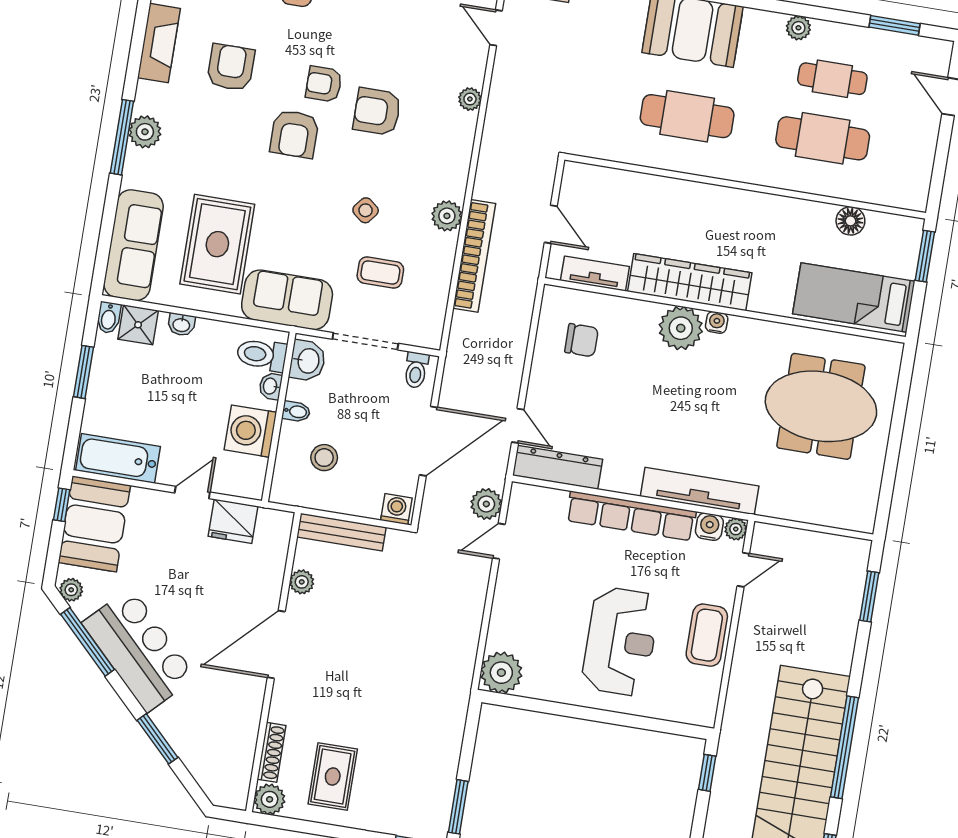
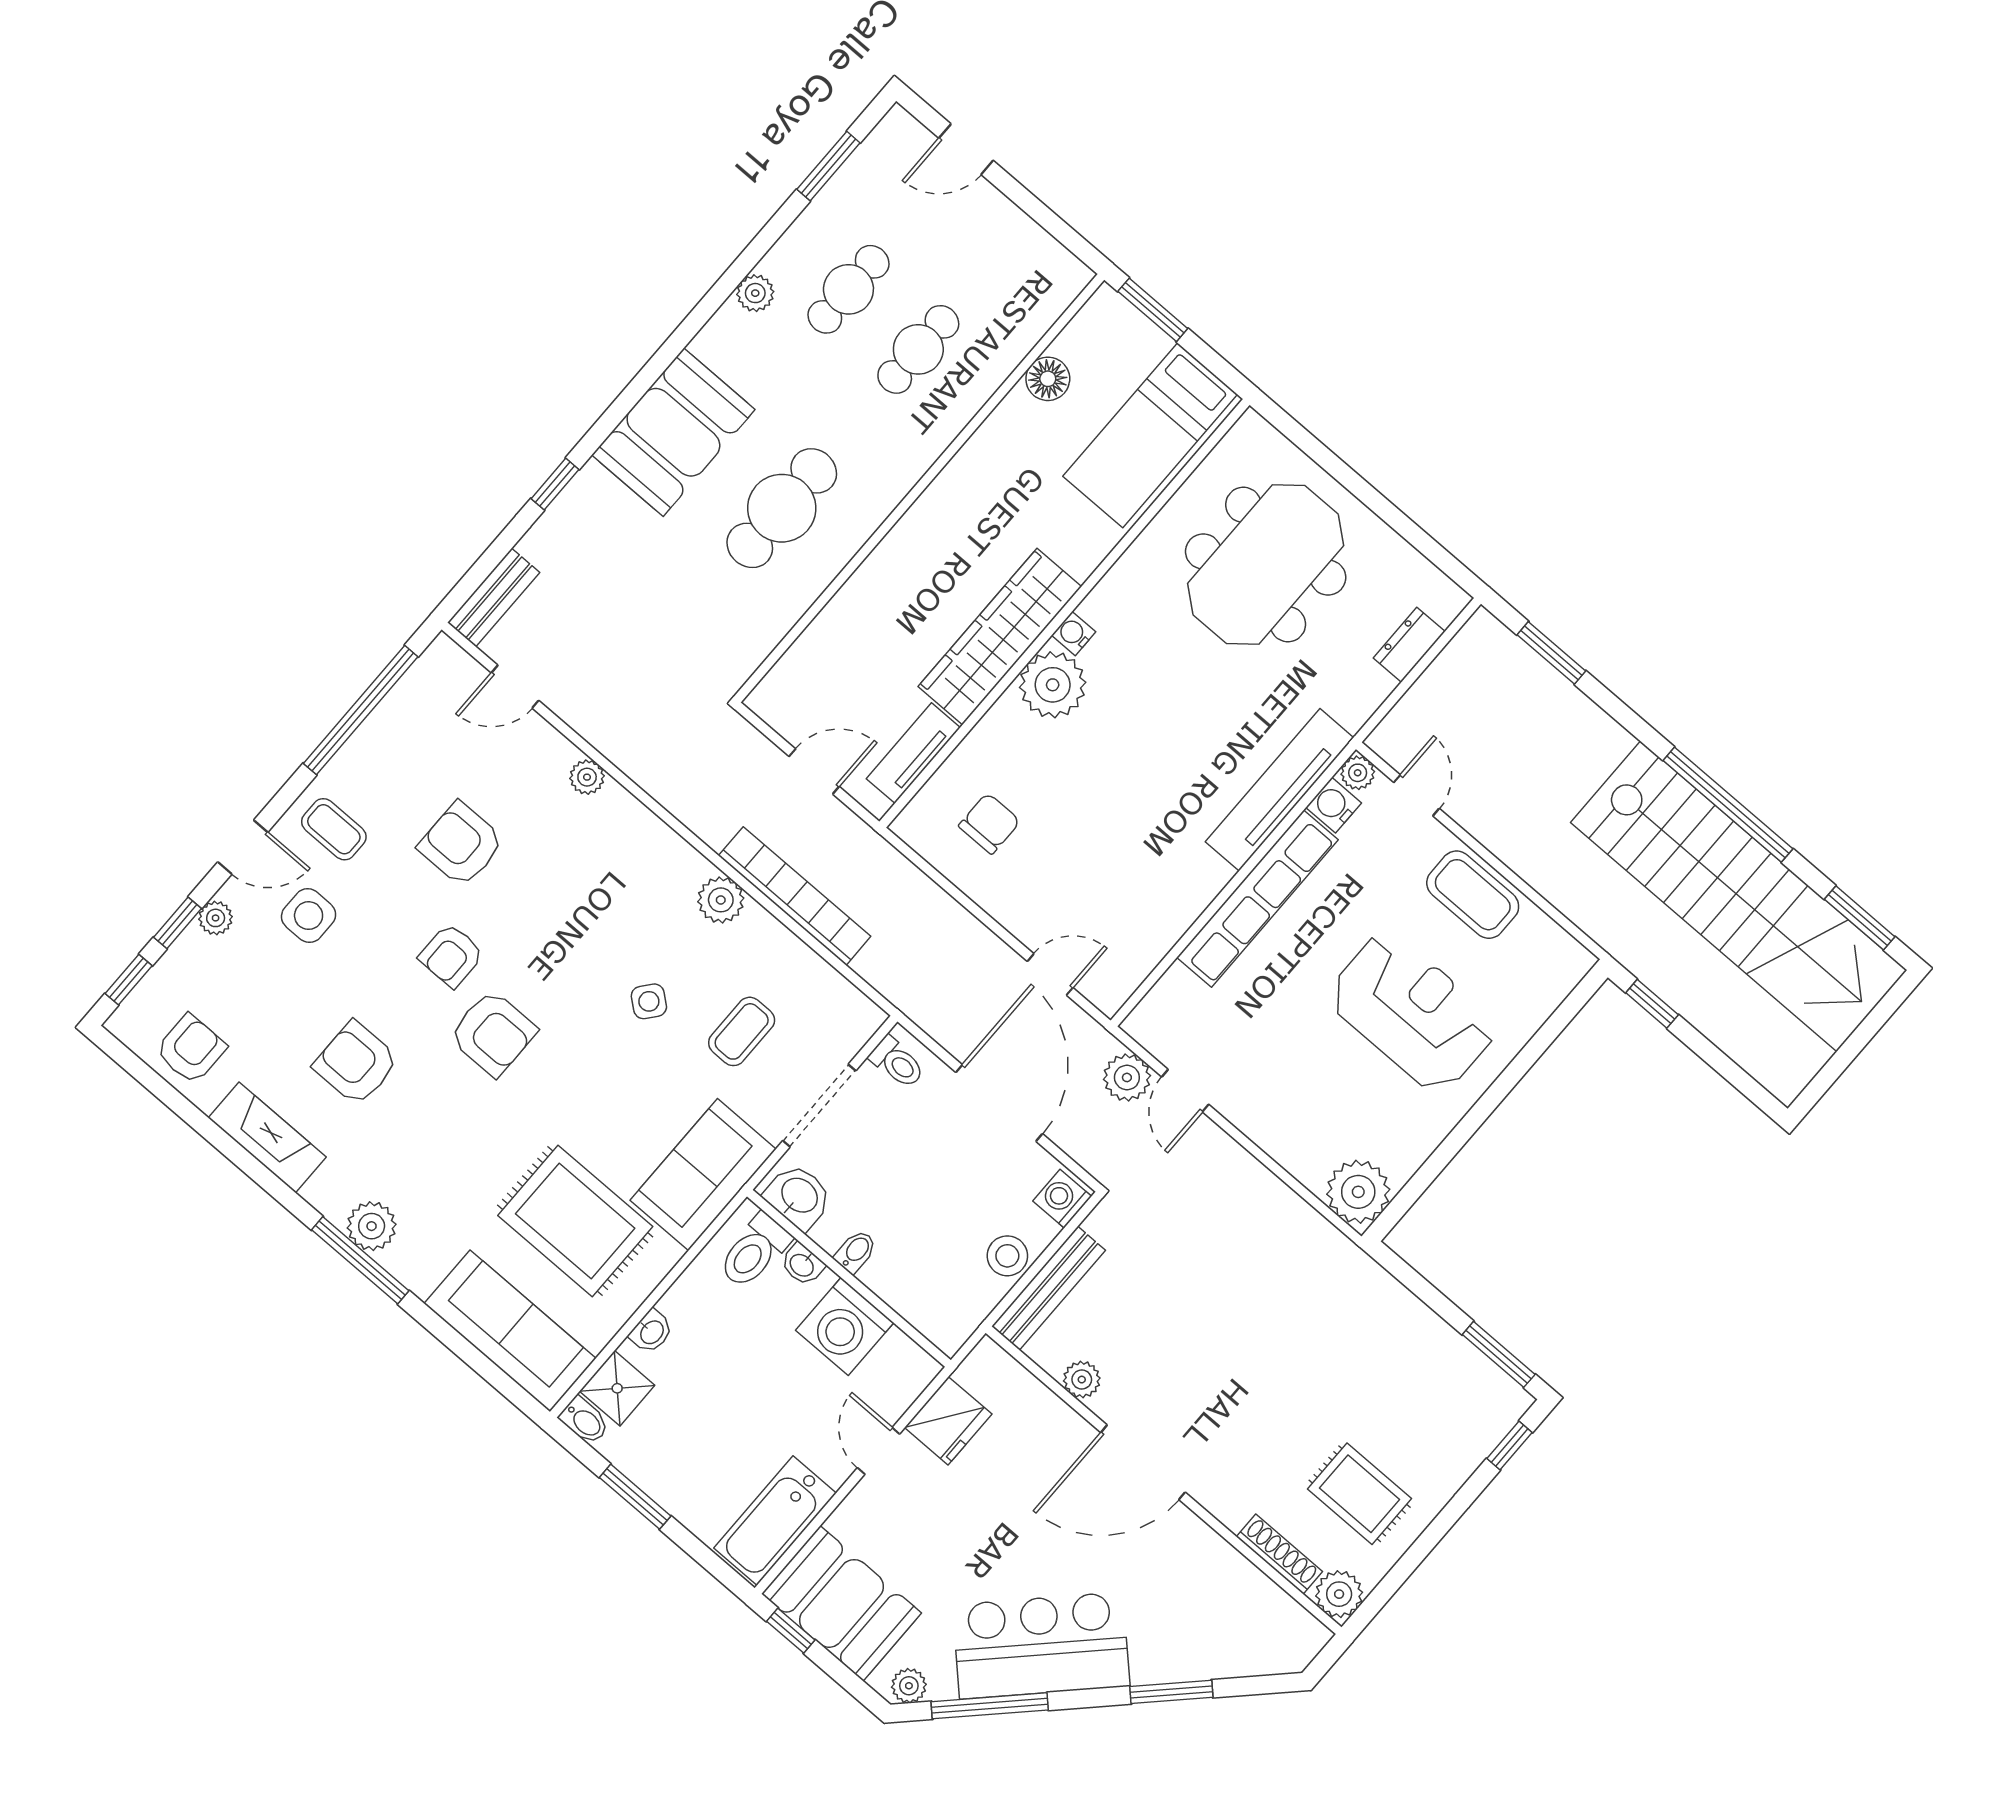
armchair: (377, 112) -> (461, 844), moved, turned 90
cafe table: (823, 138) -> (918, 349), width x0.73, depth x0.74
stool: (324, 458) -> (1007, 1256), moved
dresser: (558, 467) -> (1409, 645), moved, width x0.51, depth x0.80
door: (276, 645) -> (1143, 1462), hinge flipped

